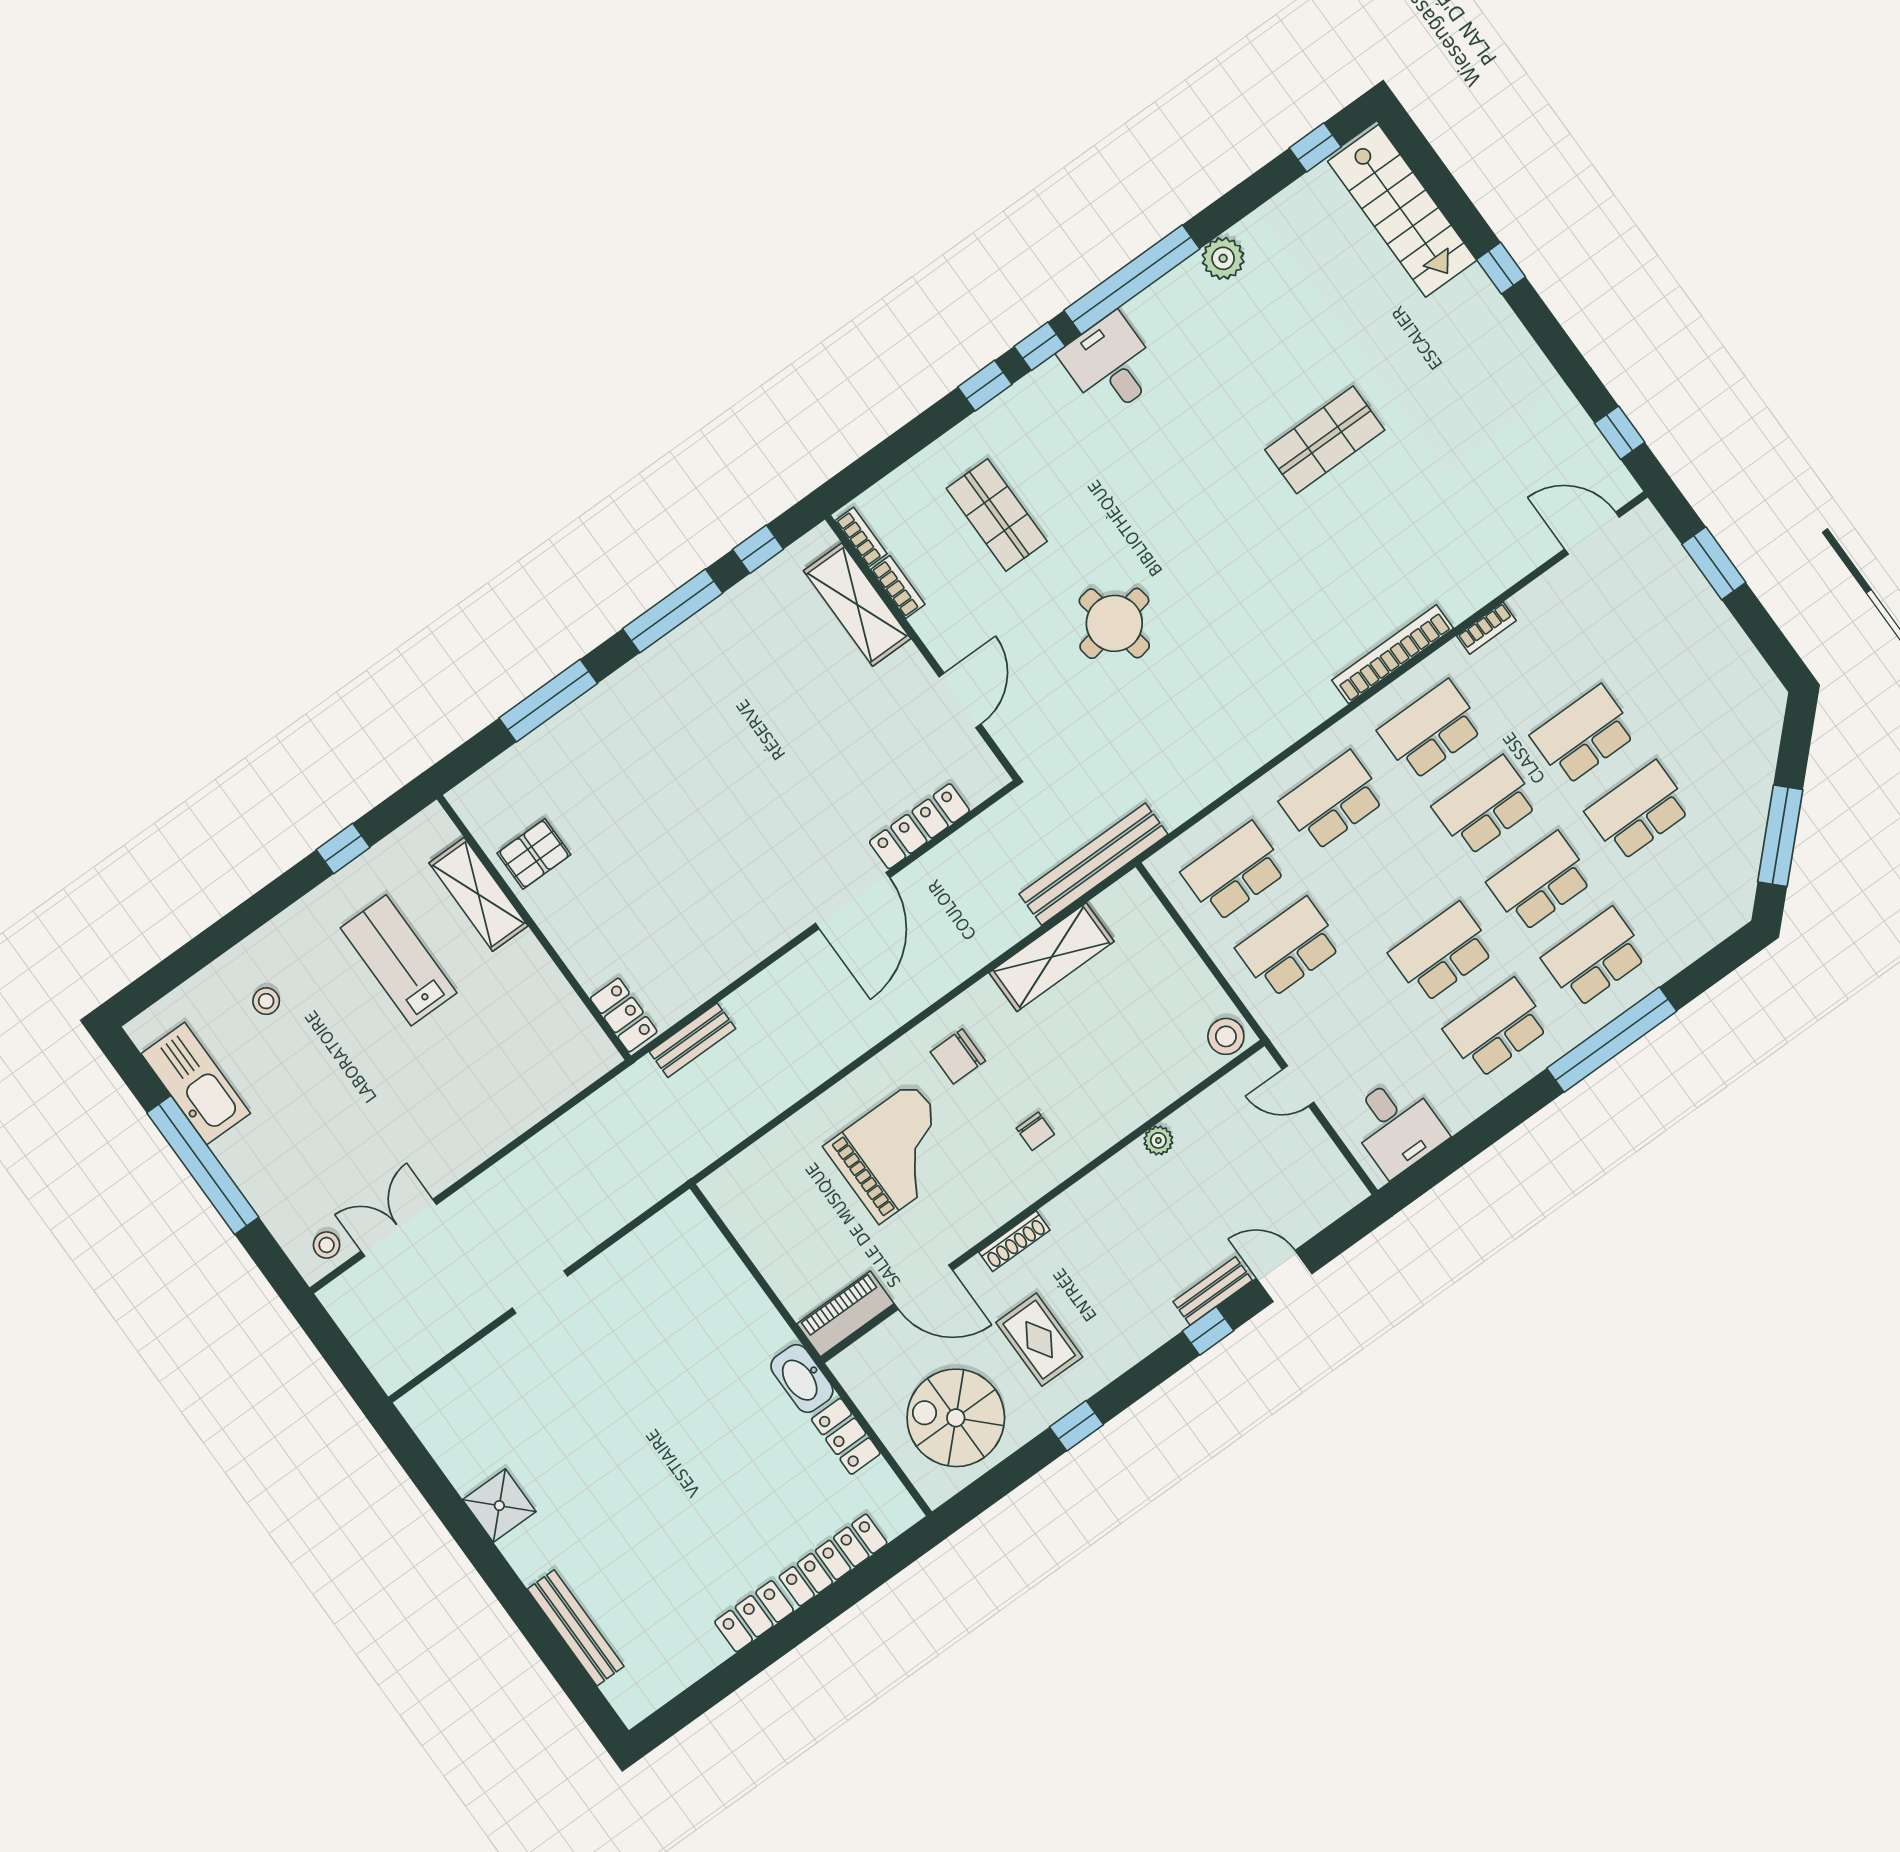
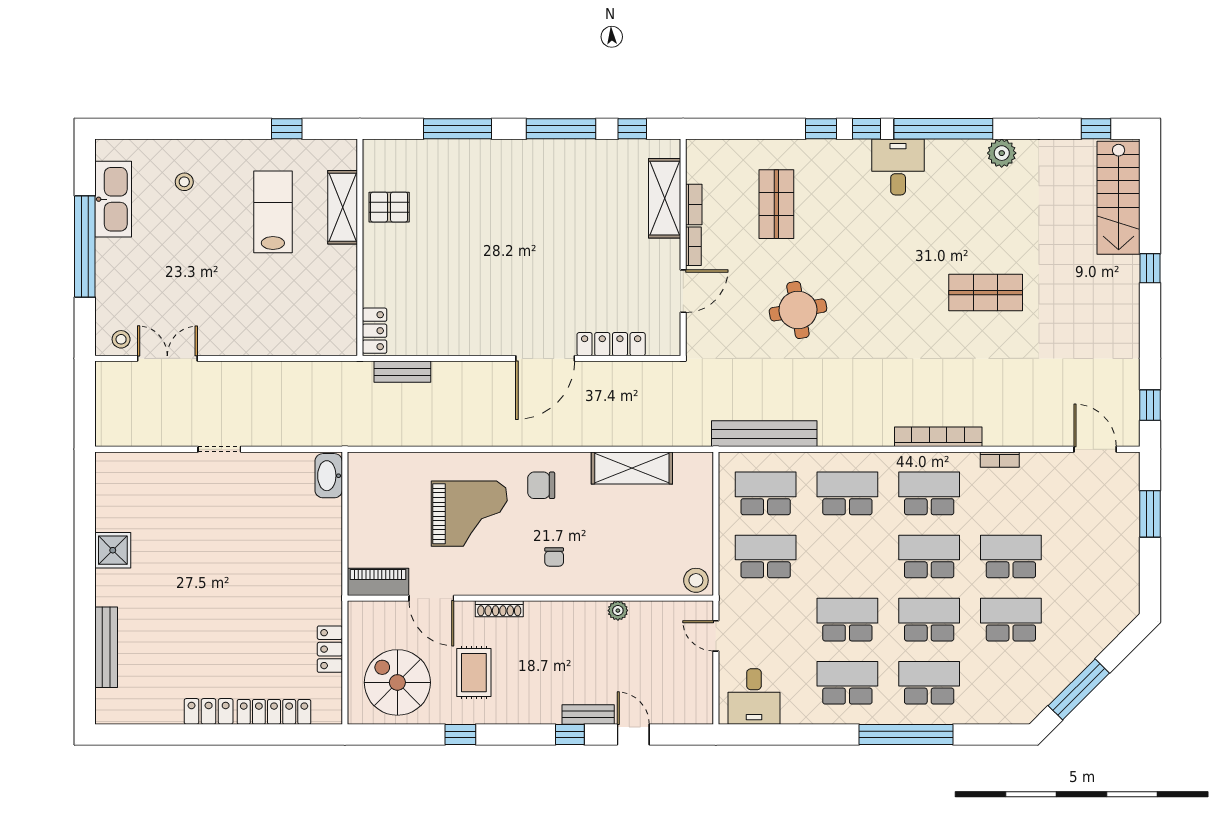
bookcase: (861, 537) -> (693, 246), moved
bench: (1094, 864) -> (764, 434), moved
washbasin: (802, 1378) -> (329, 476), moved

